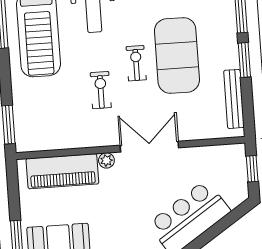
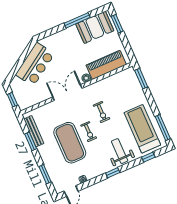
window: (244, 60) -> (31, 141), moved
double door: (149, 147) -> (67, 93), swing flipped

